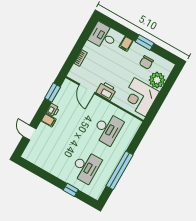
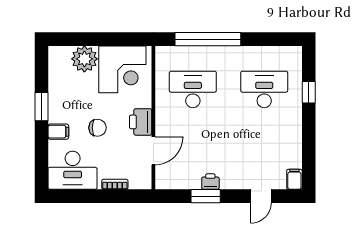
desk: (103, 36) -> (73, 170), width x1.37
chair: (146, 62) -> (98, 128), moved
window: (53, 93) -> (206, 196), moved
filing cabinet: (49, 120) -> (294, 179), moved
window: (119, 170) -> (208, 39), moved

